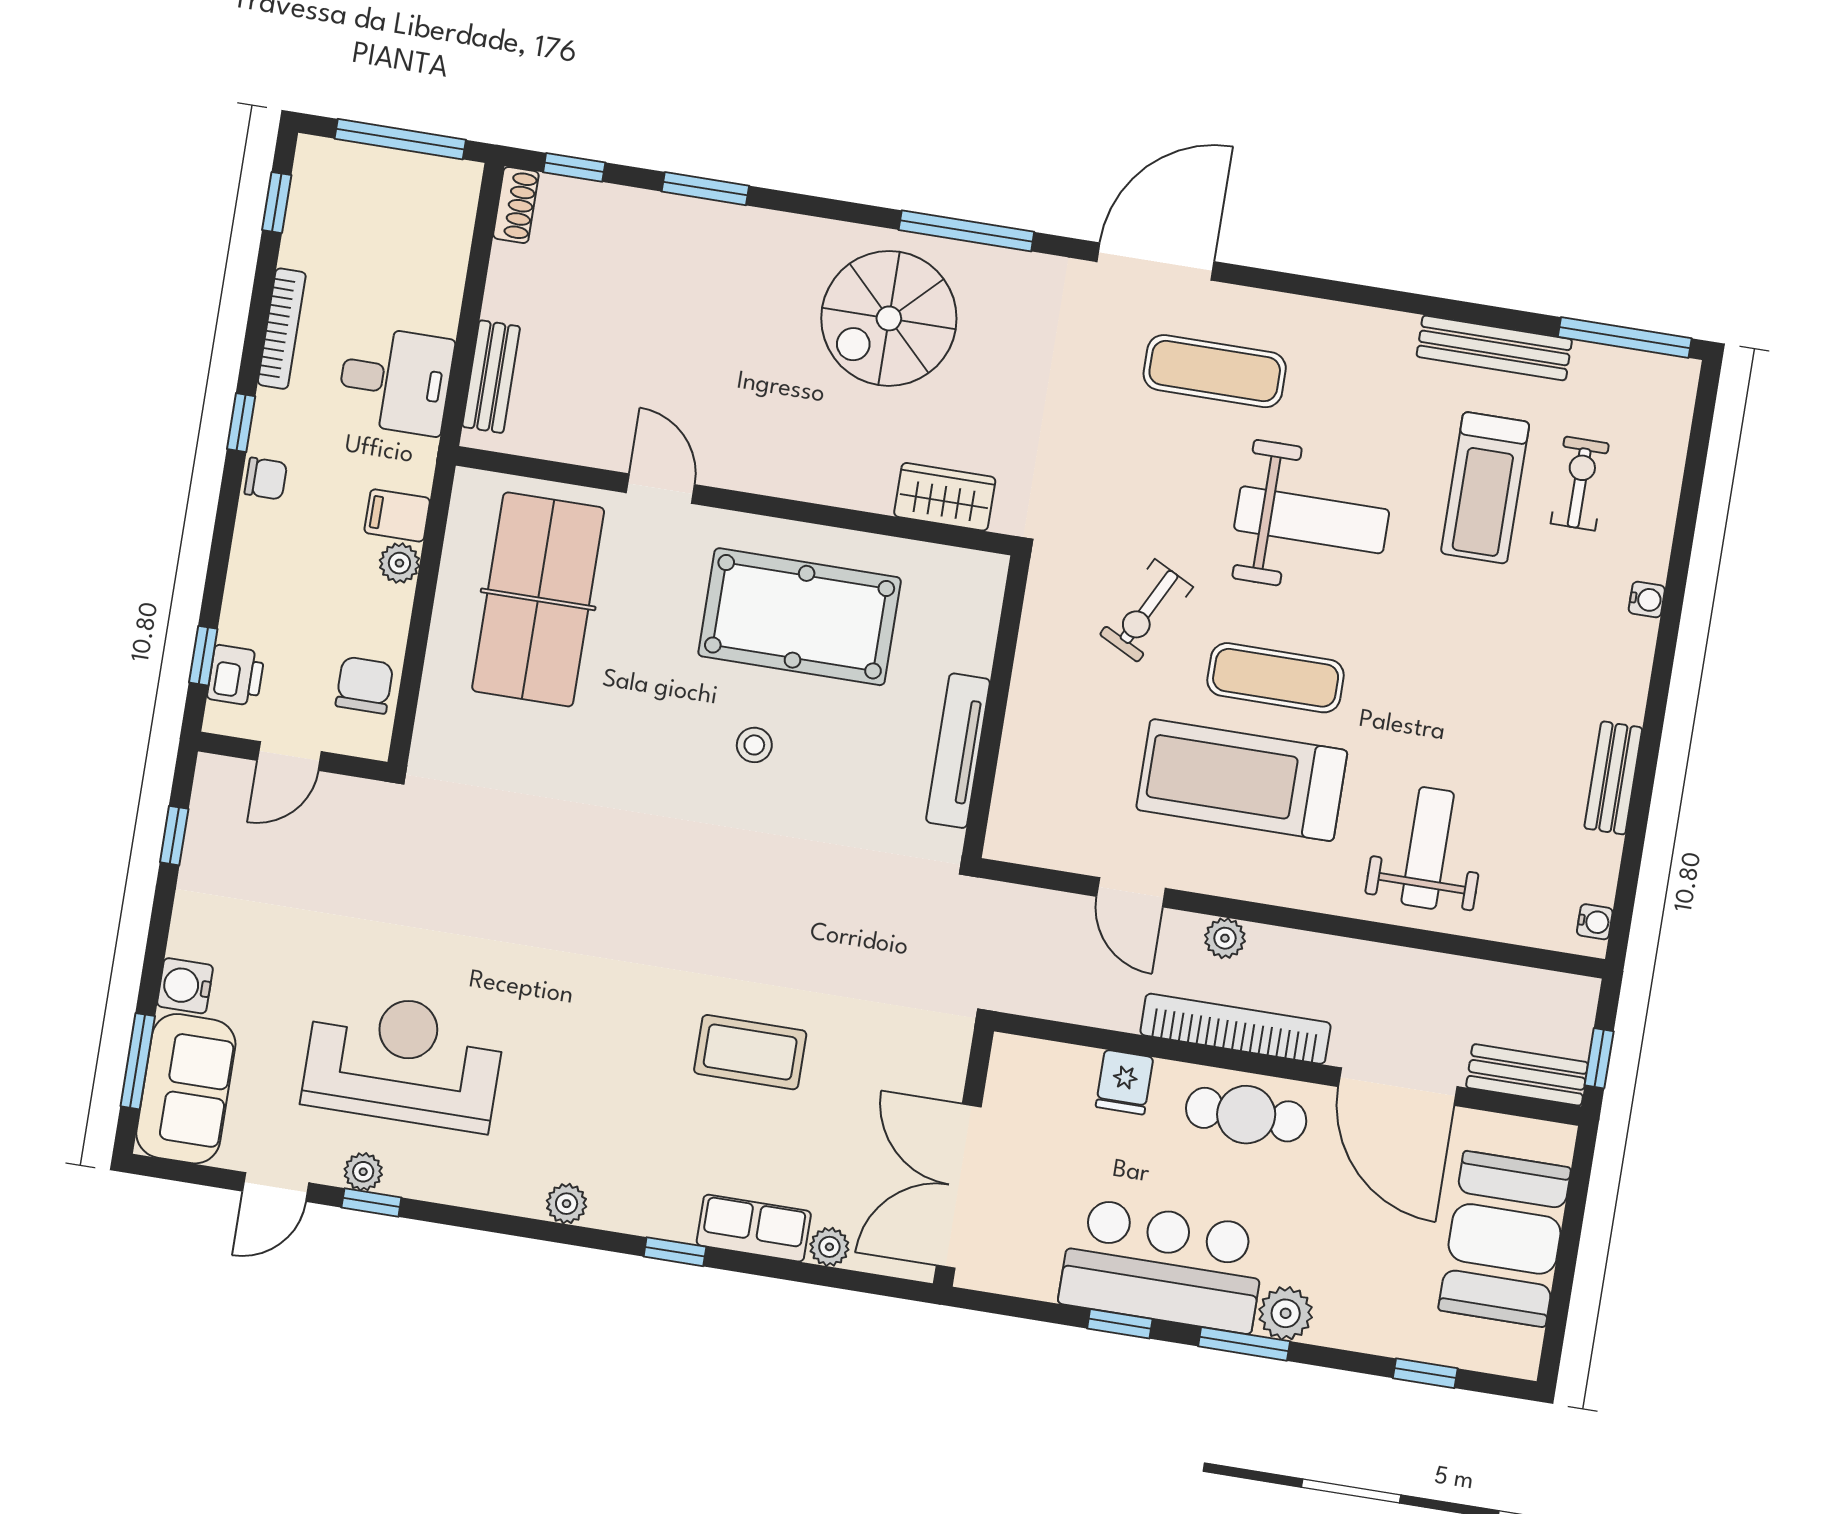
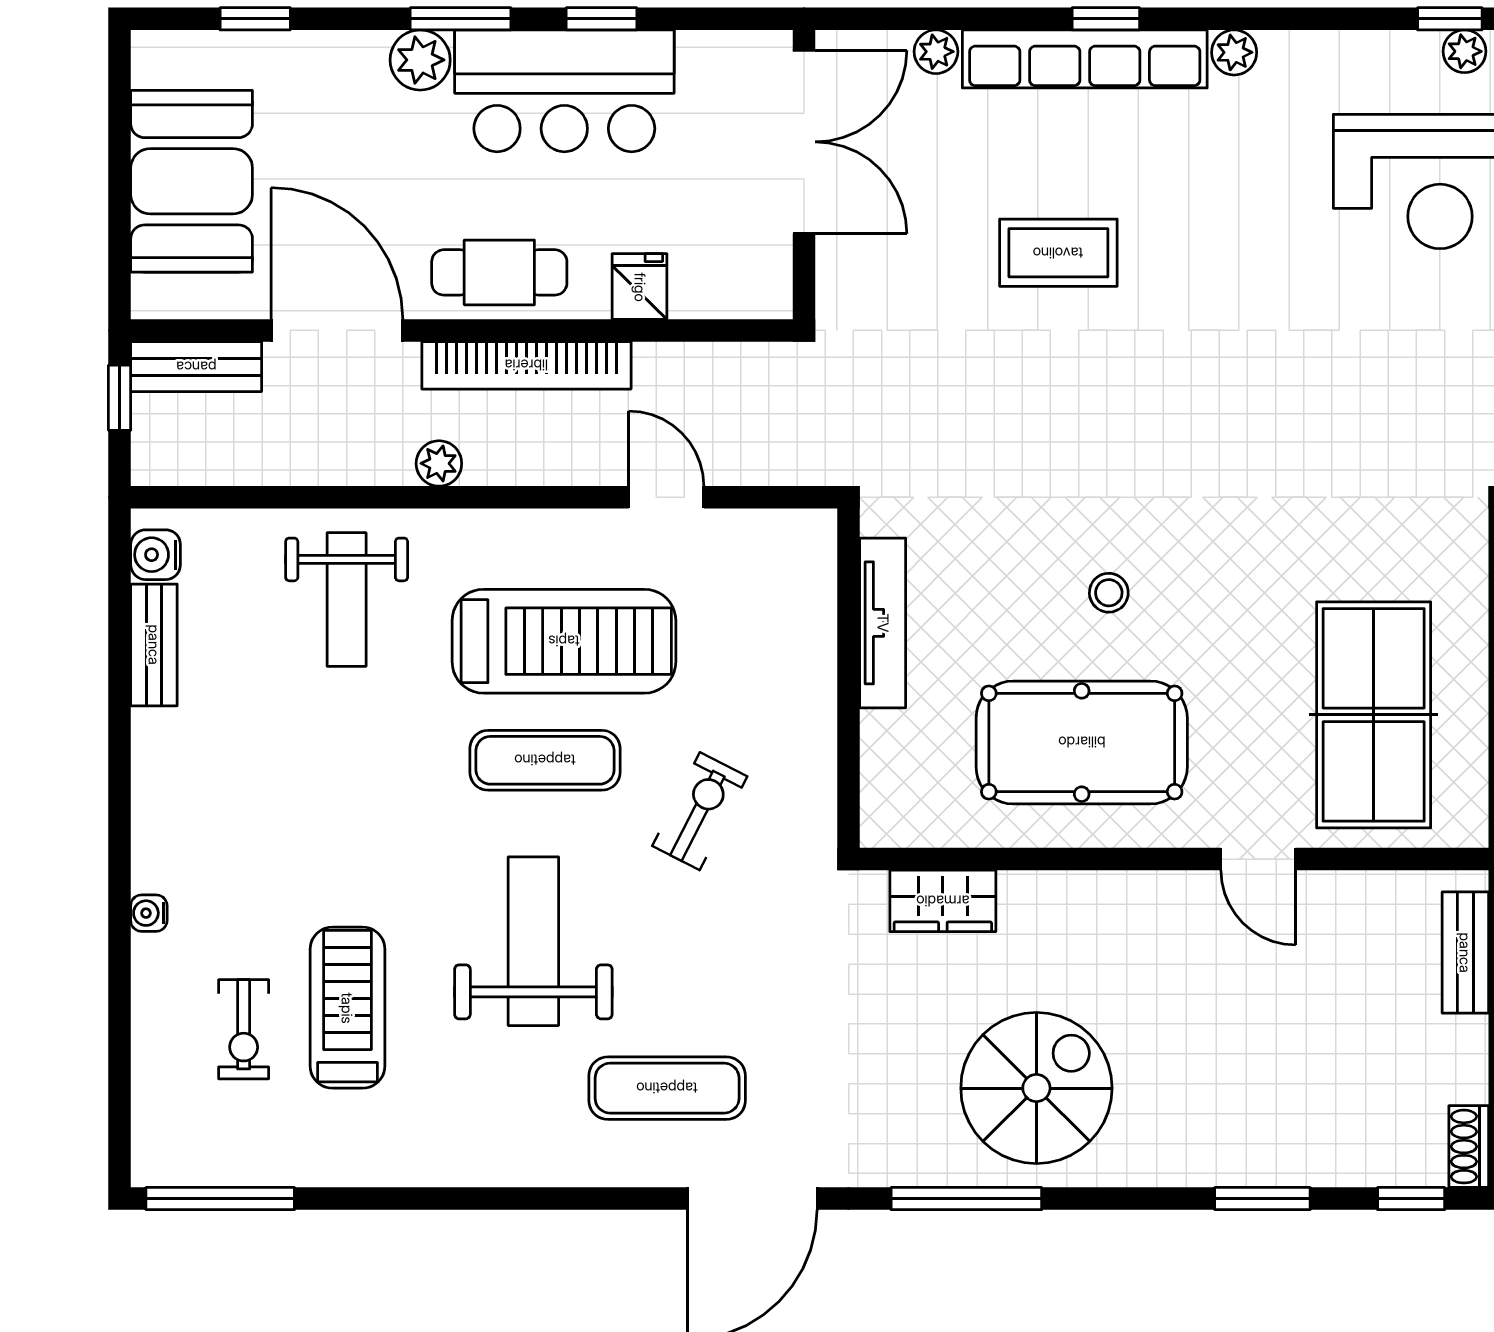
bench: (1494, 348) -> (362, 1164), removed
weight bench: (1312, 520) -> (533, 941), turned 90
bench: (1613, 778) -> (154, 645), moved
water cooler: (1595, 922) -> (156, 555), width x1.38, depth x1.38
plant: (1225, 938) -> (439, 463), moved
row of seats: (754, 1228) -> (1085, 59), width x2.02

